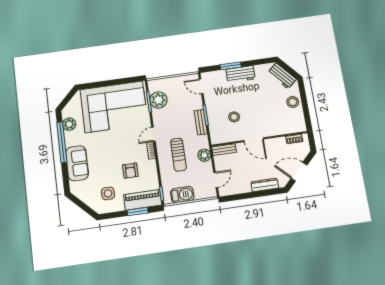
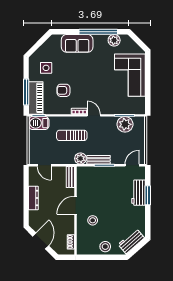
workbench: (241, 74) -> (138, 193), moved
corner sofa: (114, 107) -> (130, 75), width x0.73, depth x0.74
stool: (234, 117) -> (93, 220), moved
plant: (204, 155) -> (80, 159), moved
dresser: (265, 185) -> (33, 198), moved
barbecue: (182, 195) -> (39, 123), moved, turned 90
window: (138, 212) -> (26, 92), width x1.44

